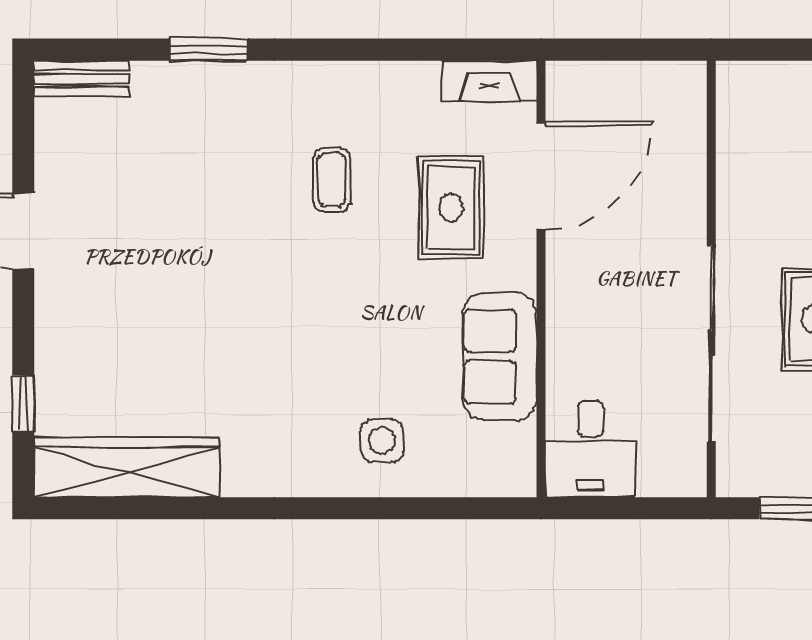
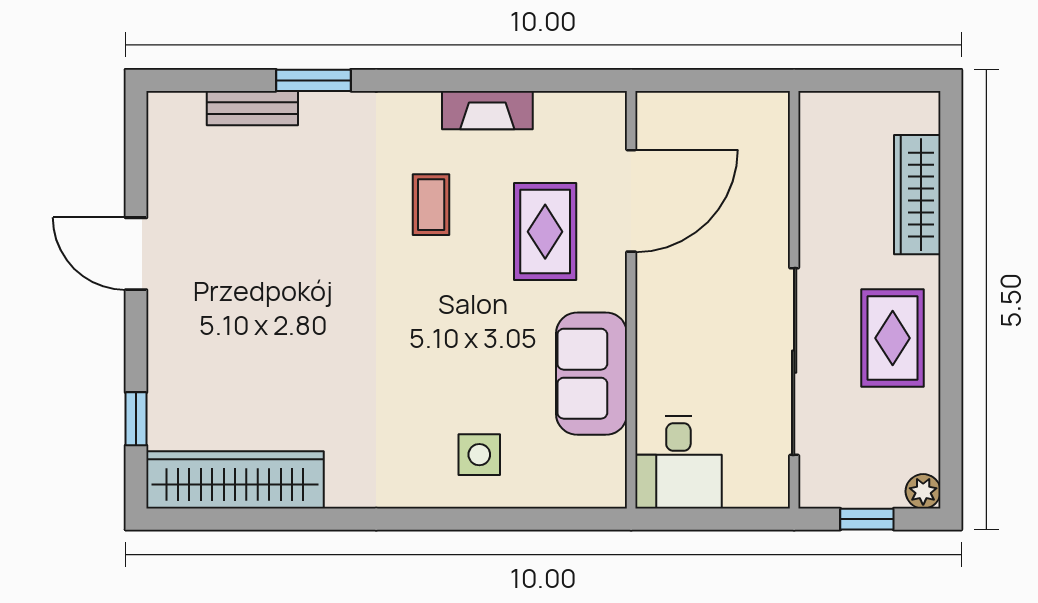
bench: (82, 79) -> (252, 108), moved
fireplace: (489, 81) -> (487, 110), moved

